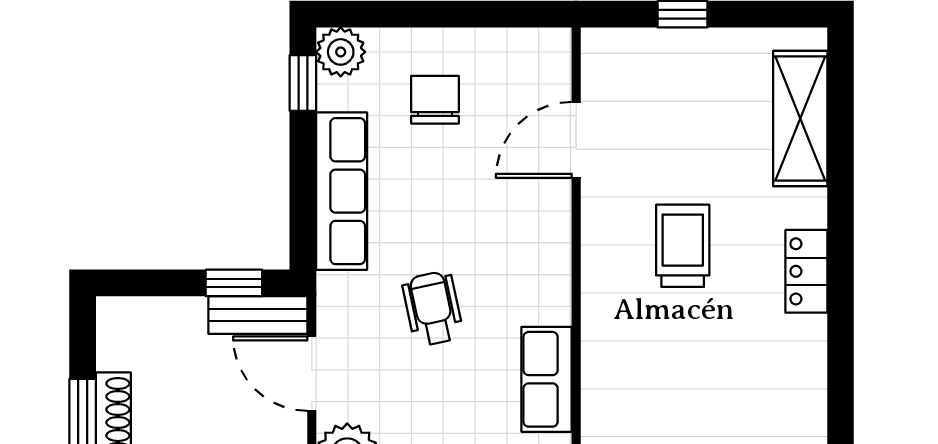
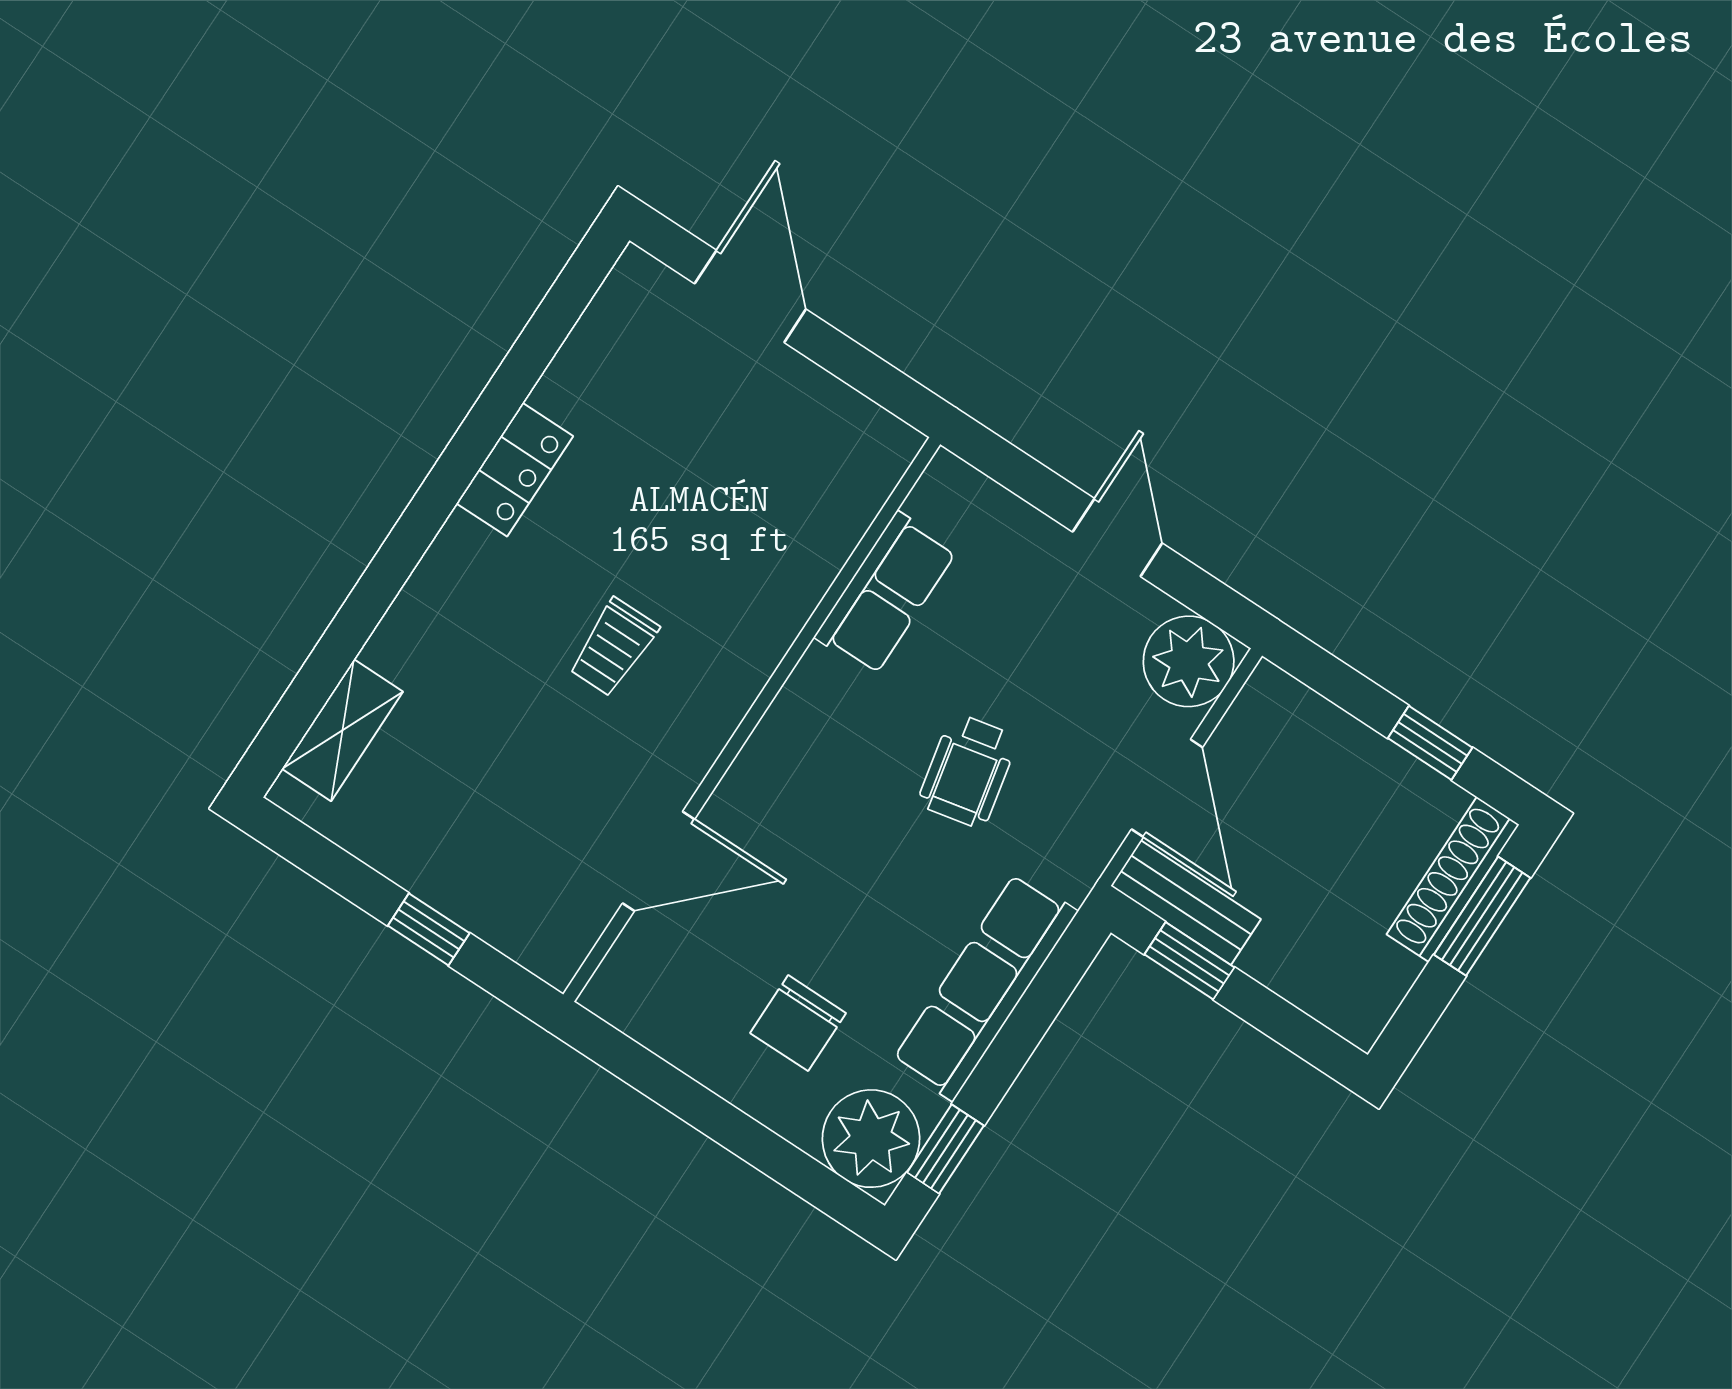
plant: (341, 52) -> (871, 1139), width x1.36, depth x1.36
shelving: (800, 119) -> (343, 730), width x0.67, depth x0.75
trolley: (683, 246) -> (613, 647), width x0.73, depth x0.72
locker: (806, 271) -> (515, 470), moved

